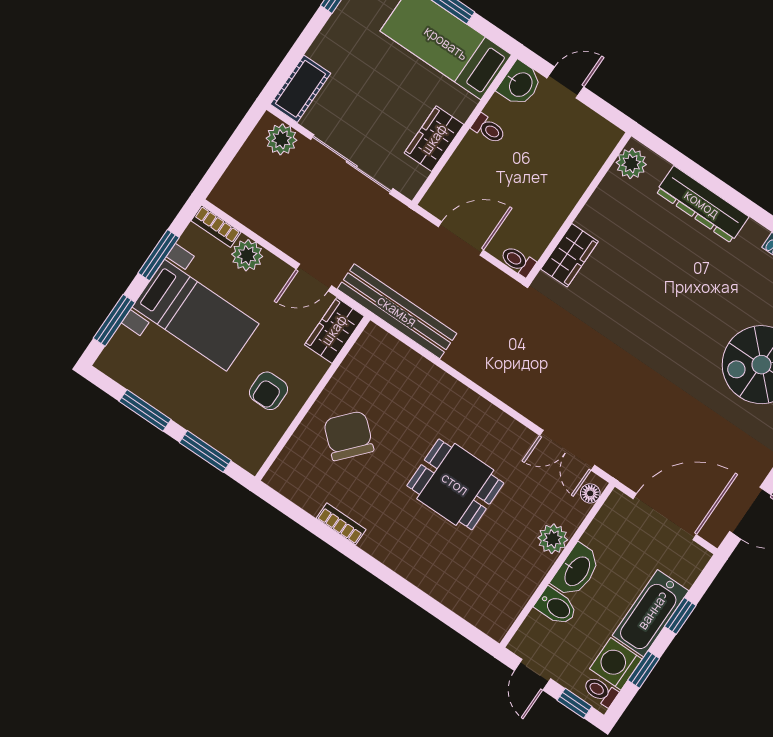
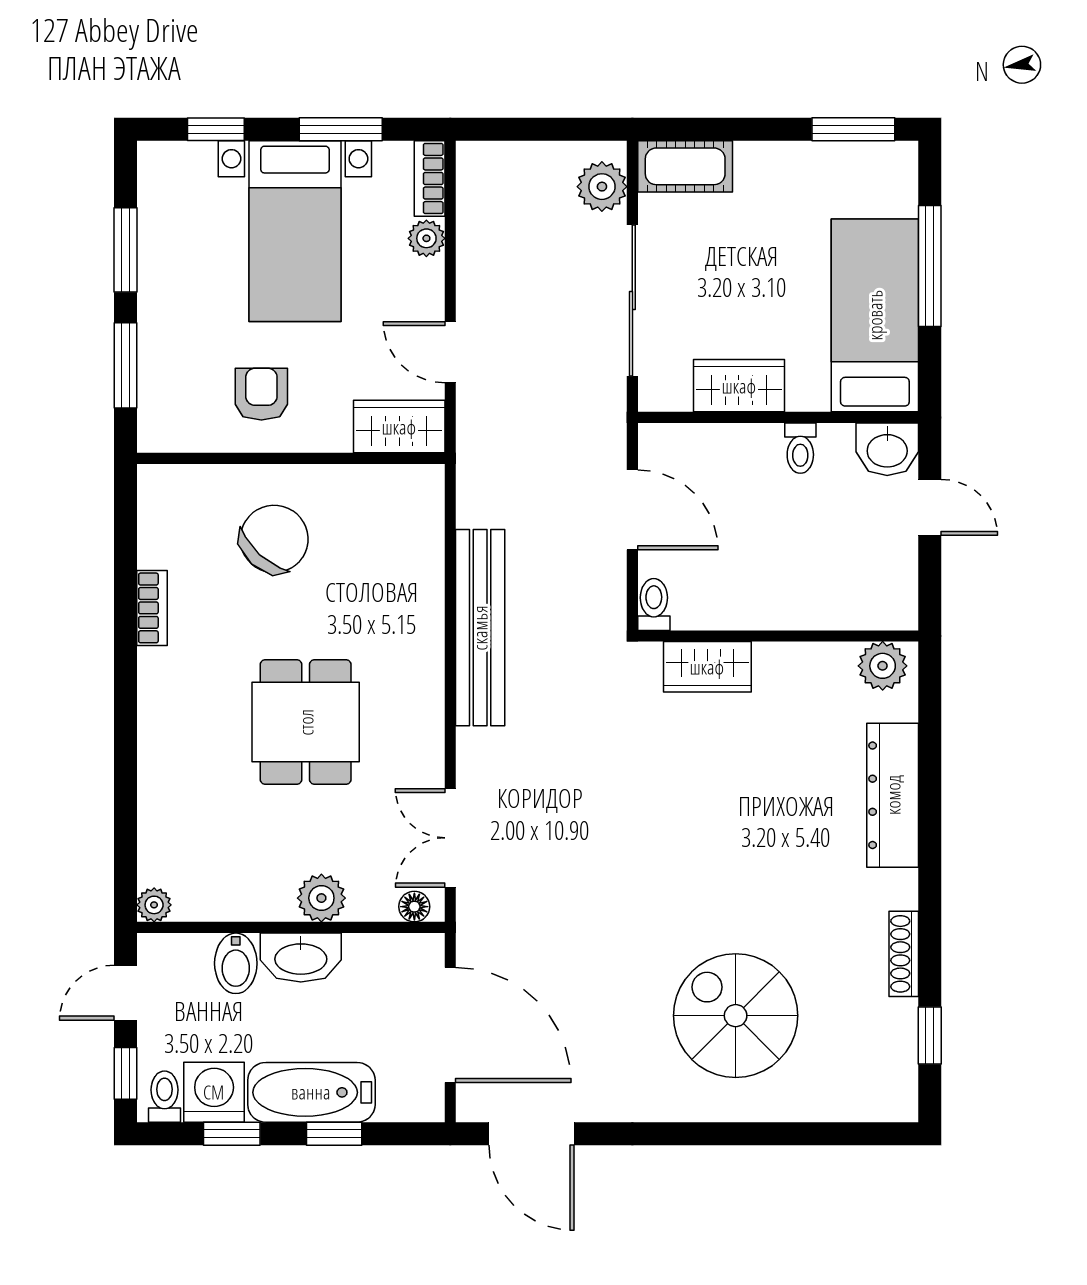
plant: (247, 255) -> (426, 238), width x0.73, depth x0.73
bench: (397, 311) -> (480, 628), moved
window: (114, 320) -> (216, 129), width x0.67
armchair: (269, 391) -> (261, 394), turned 90
plant: (497, 629) -> (154, 905), added

